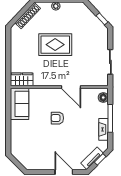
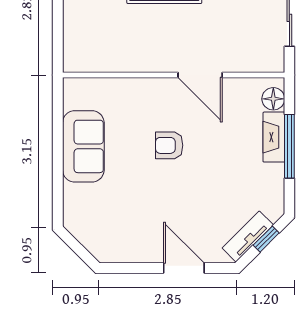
wardrobe: (22, 79) -> (88, 58), removed
sofa: (20, 104) -> (83, 146), moved
fireplace: (104, 129) -> (274, 137), moved

